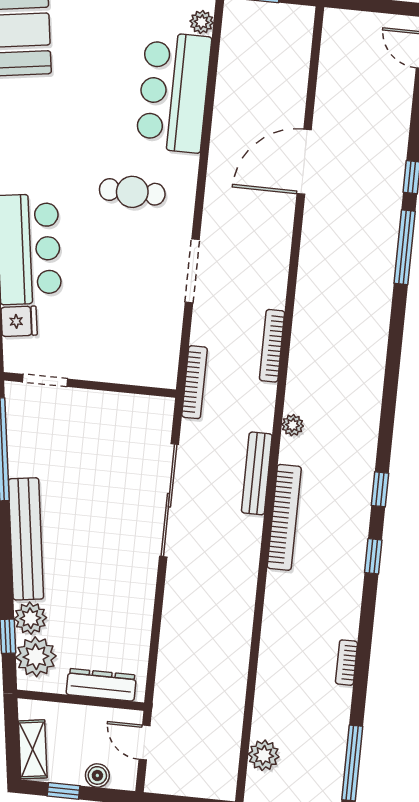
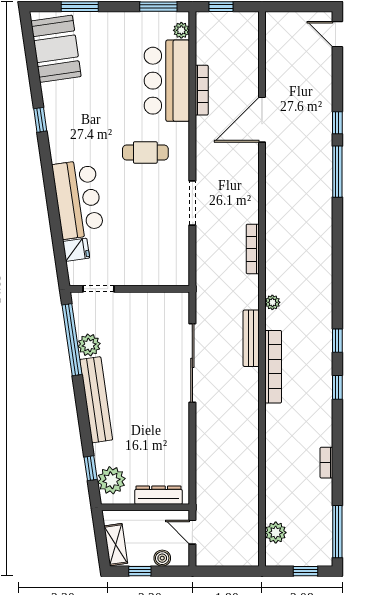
bookcase: (195, 382) -> (202, 90), moved
plant: (30, 618) -> (89, 345), moved

